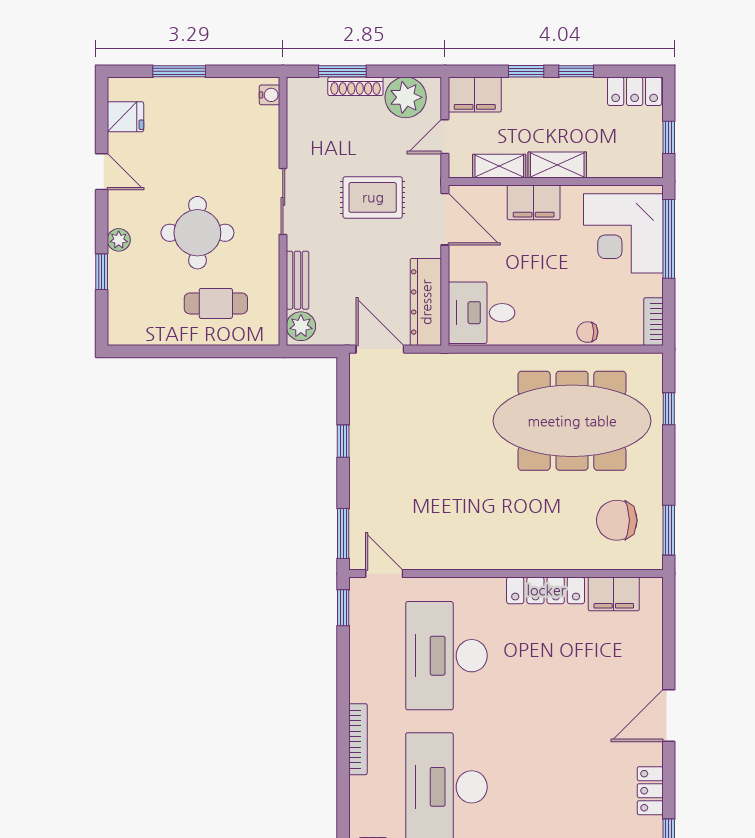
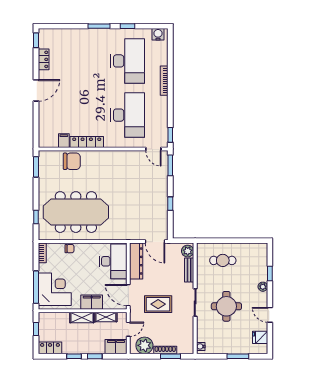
round table: (197, 233) -> (226, 306), moved
desk: (482, 313) -> (113, 261), width x1.37
chair: (617, 520) -> (72, 161), moved
filing cabinet: (614, 594) -> (64, 141), width x0.50

